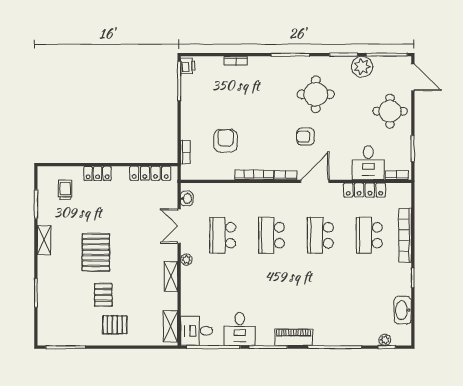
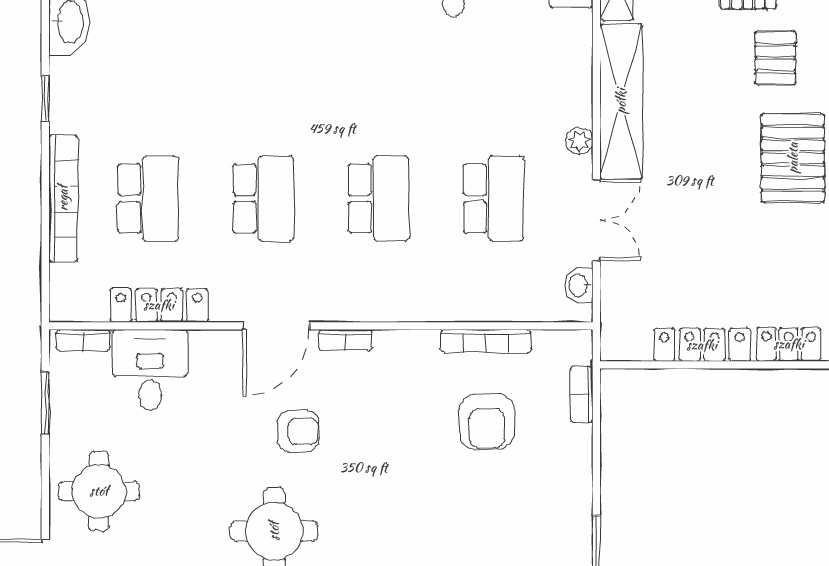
locker: (150, 173) -> (702, 345), moved
bookcase: (254, 175) -> (486, 341), moved
shelving: (171, 276) -> (621, 101), width x2.20, depth x1.33

